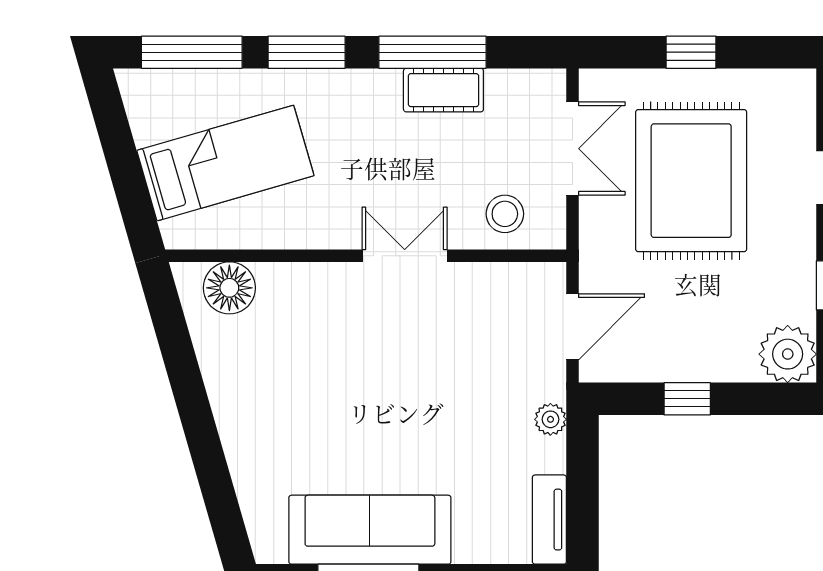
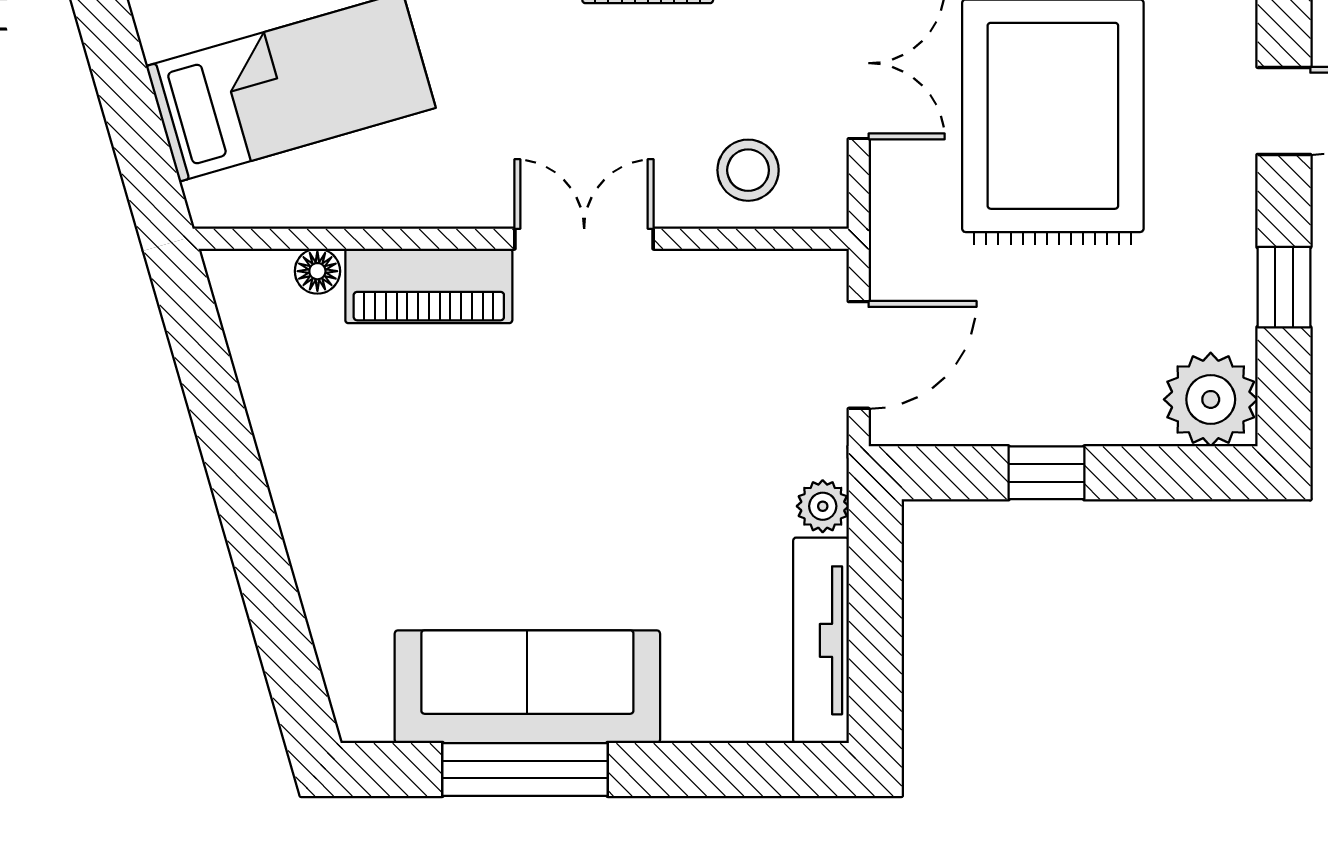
piano: (310, 285) -> (429, 286), added
floor lamp: (229, 288) -> (317, 271), width x0.53, depth x0.53
tv unit: (549, 520) -> (821, 640), width x1.41

